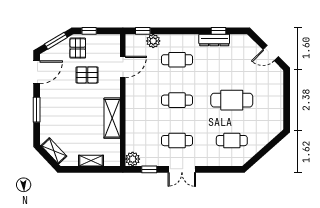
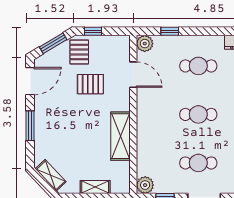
window: (143, 31) -> (170, 31), moved
plant: (153, 41) -> (145, 44), moved
door: (123, 67) -> (133, 75), hinge flipped

